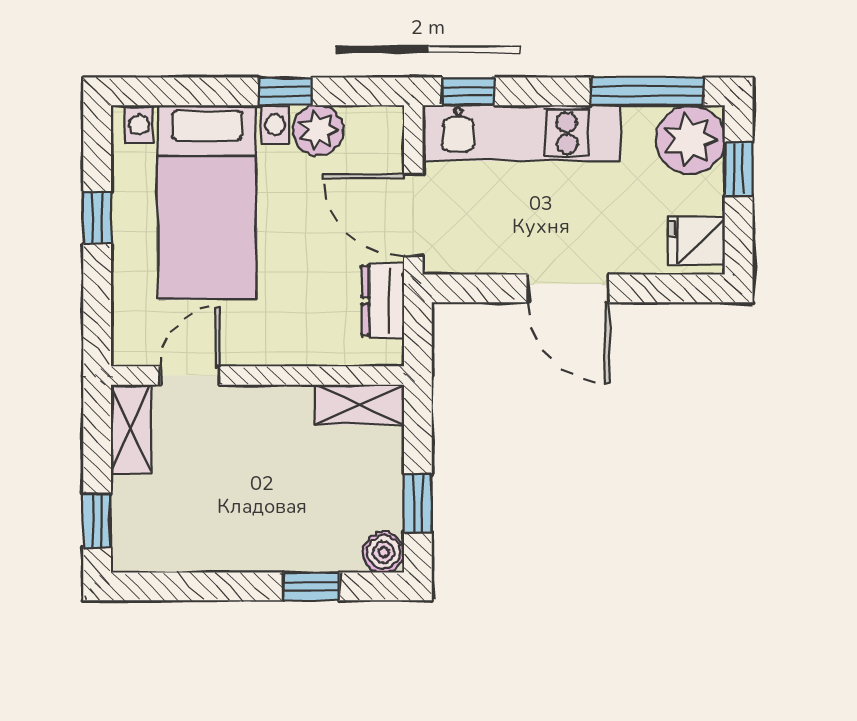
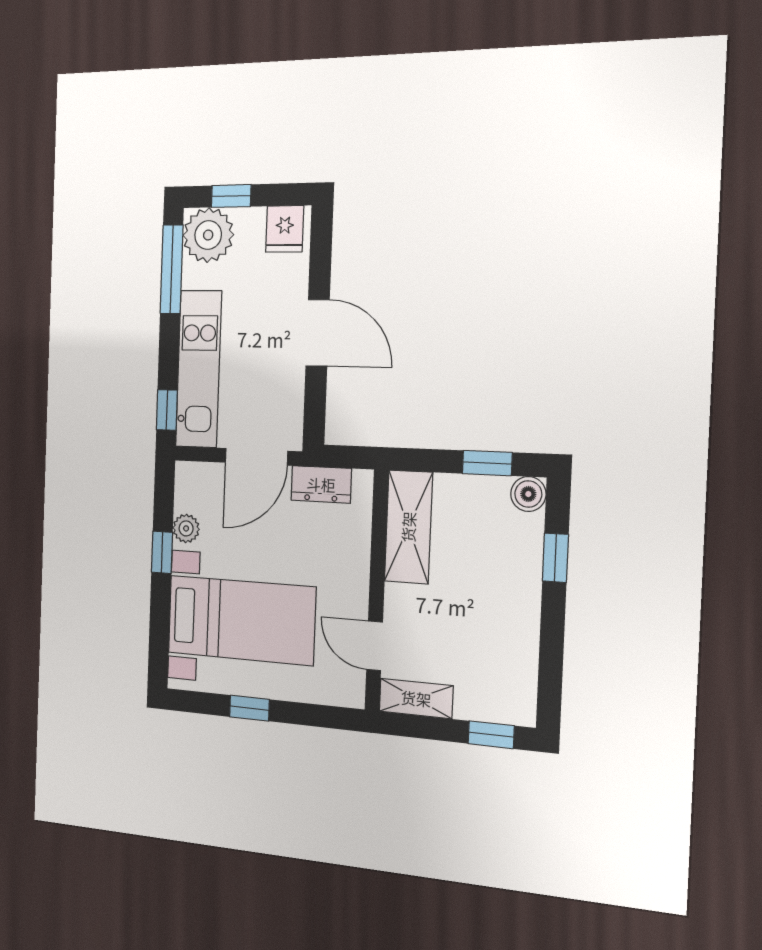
plant: (318, 130) -> (186, 528), width x0.73, depth x0.73
door: (569, 288) -> (318, 333), hinge flipped
shelving: (359, 405) -> (408, 527), width x1.50, depth x1.33

